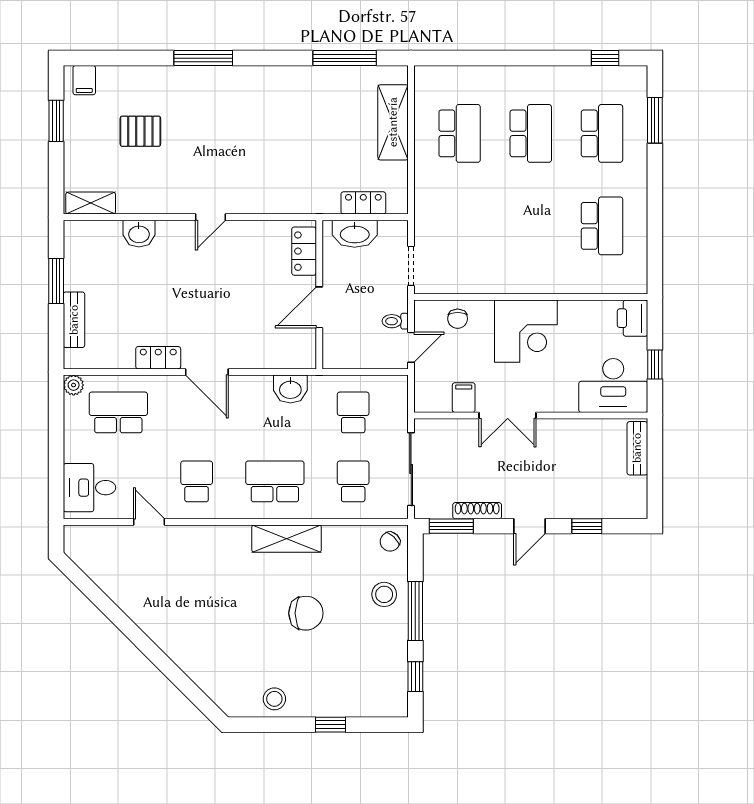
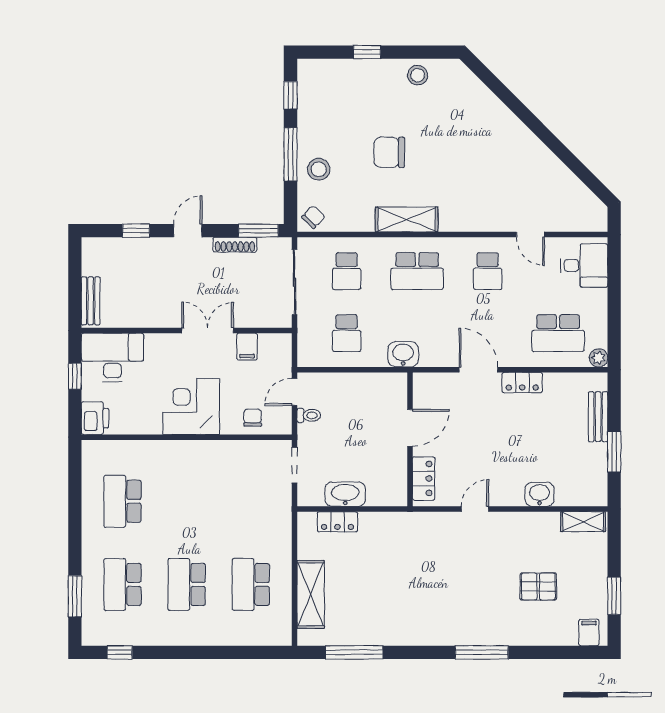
locker: (304, 251) -> (424, 478), moved
wall: (319, 295) -> (410, 439), moved
door: (319, 307) -> (410, 428), moved

